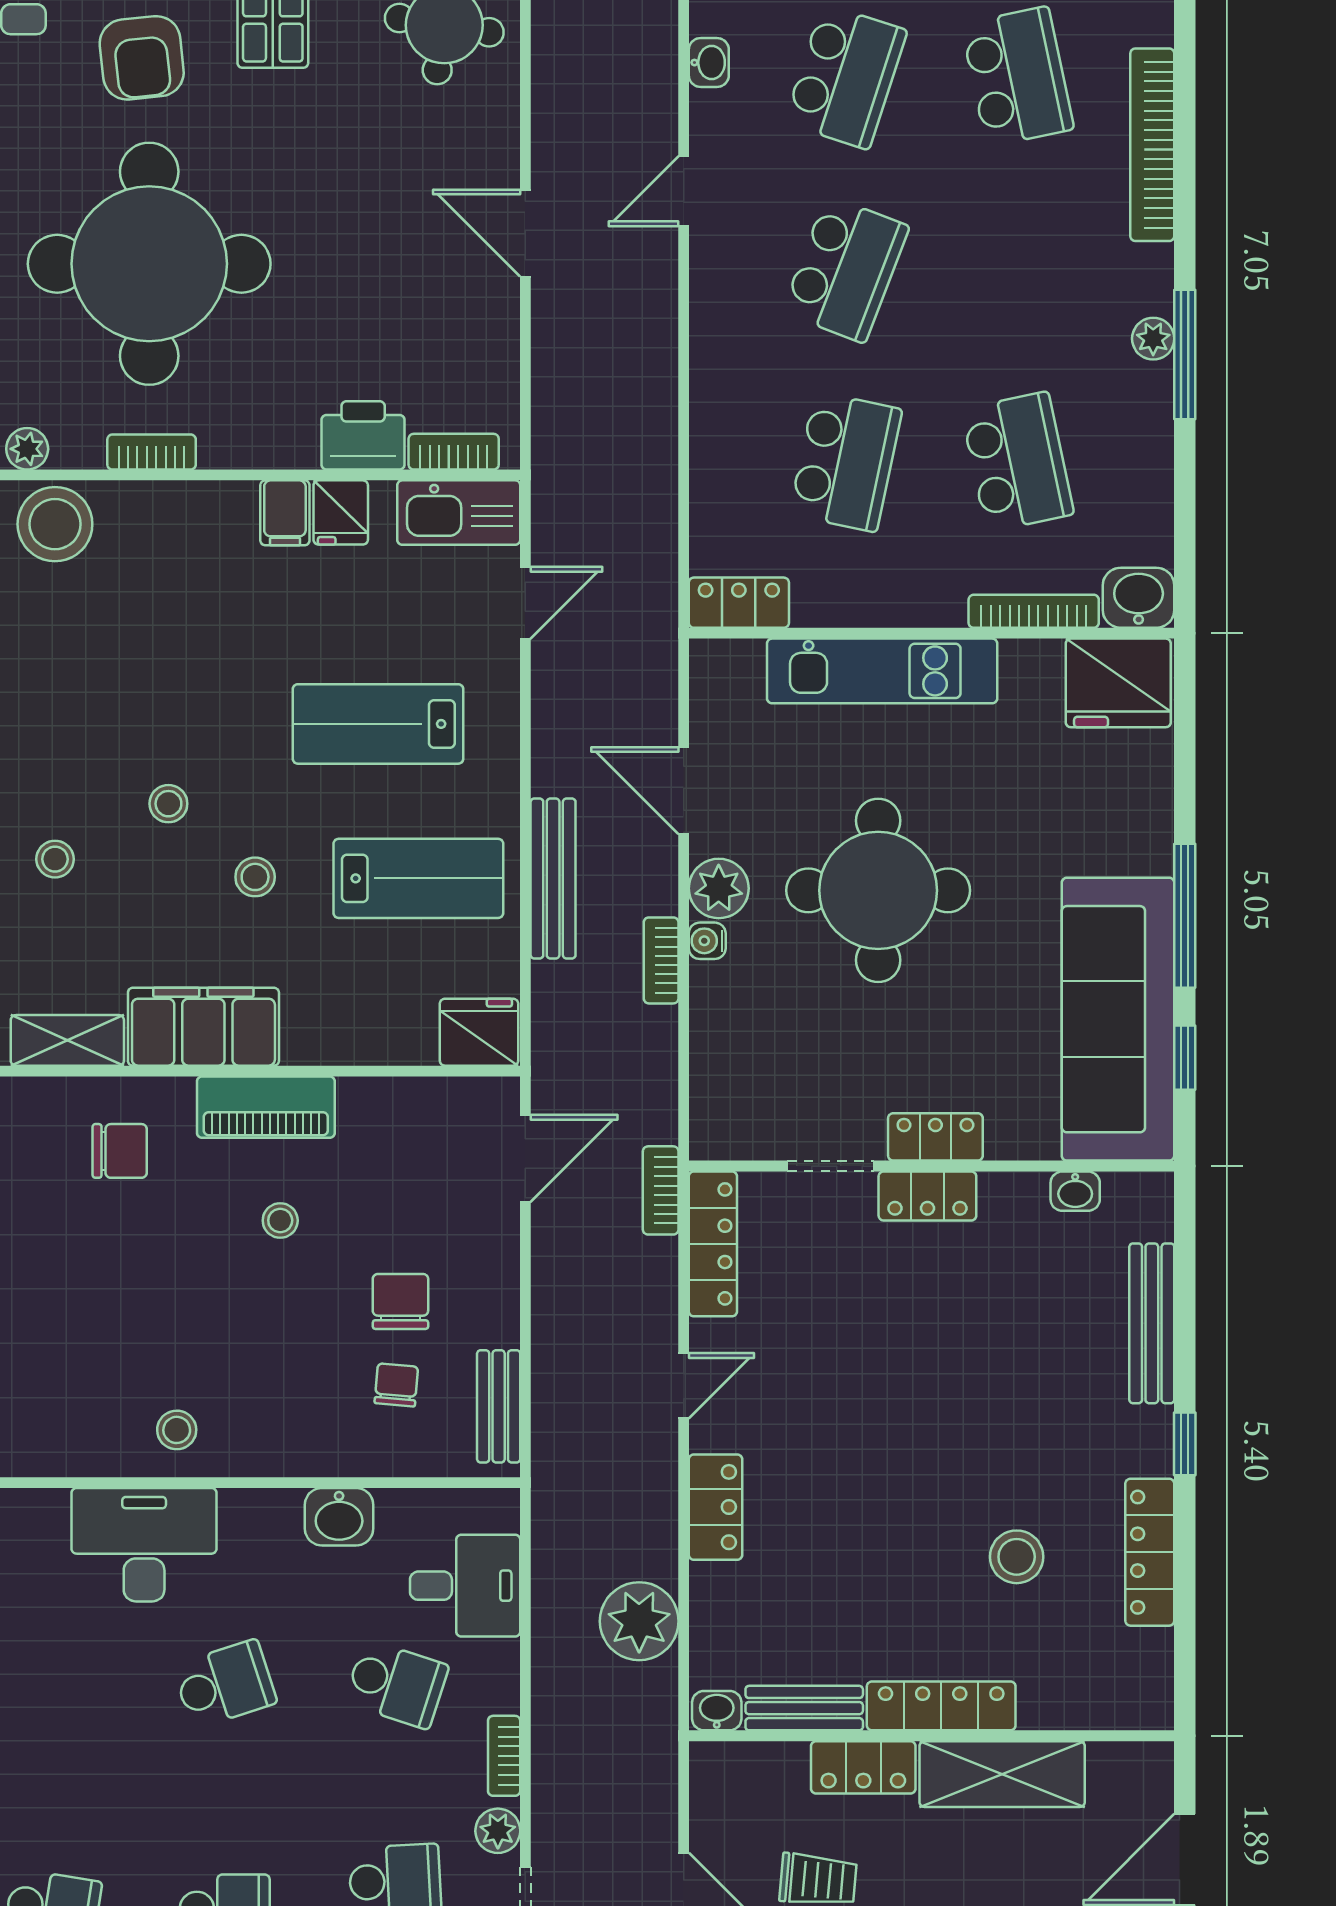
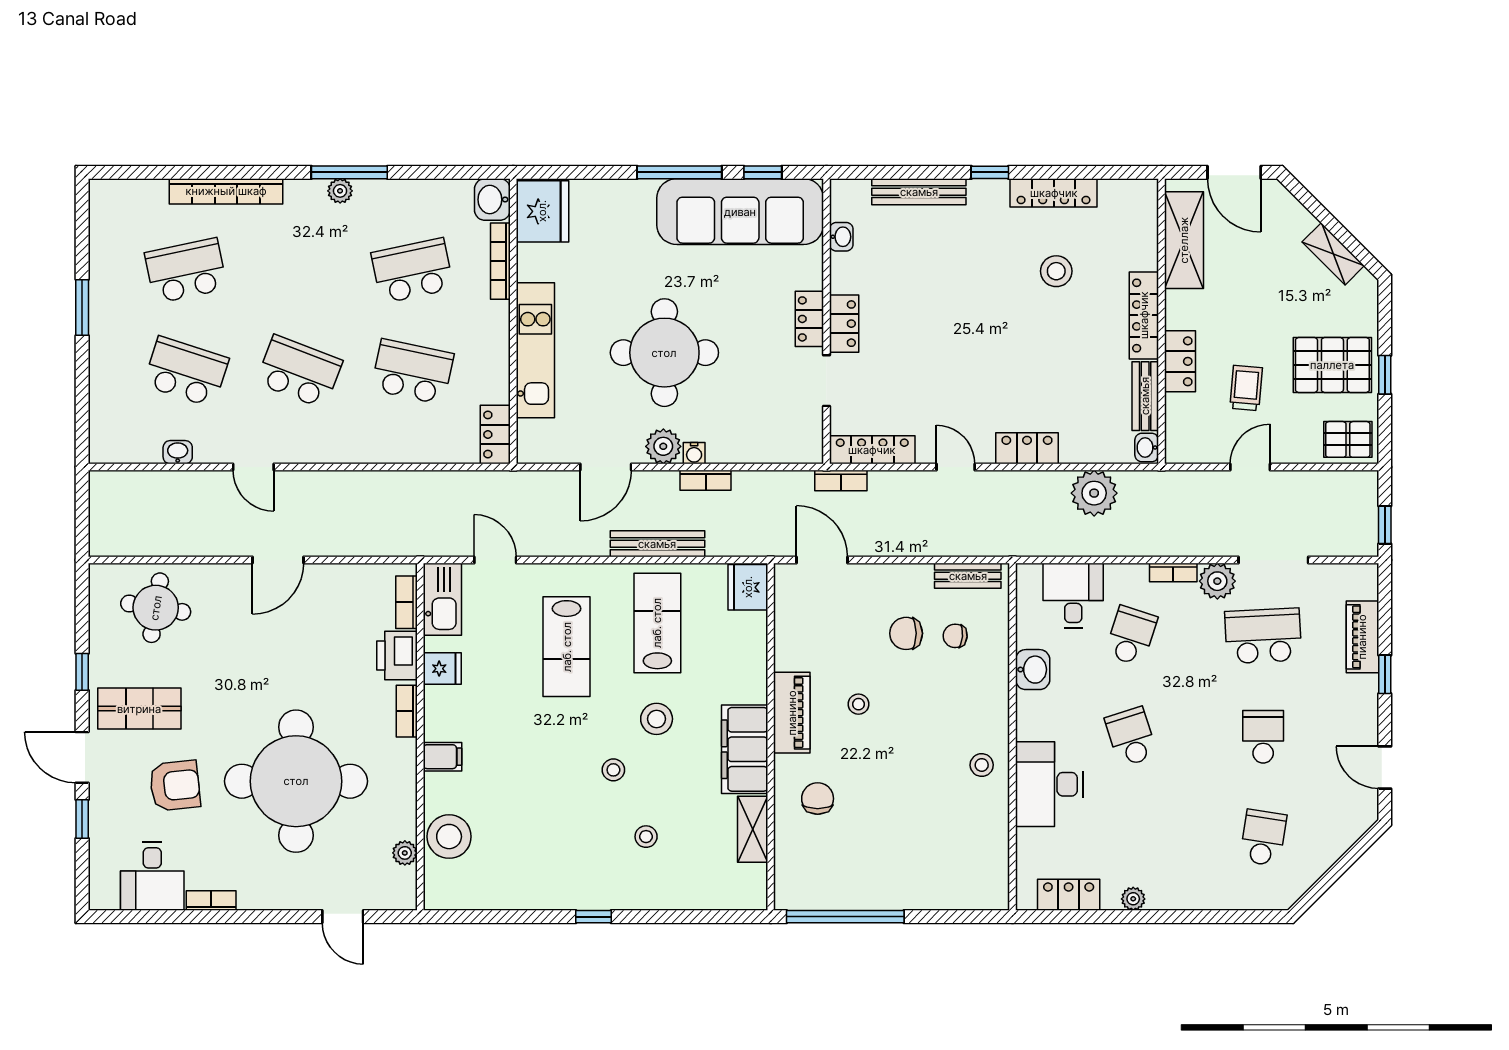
bookcase: (152, 452) -> (407, 711), moved
filing cabinet: (285, 513) -> (442, 757), moved
stool: (255, 877) -> (657, 719), width x1.37, depth x1.37
shelving: (1002, 1774) -> (1184, 240), moved
plant: (498, 1831) -> (1217, 581), width x1.38, depth x1.38

